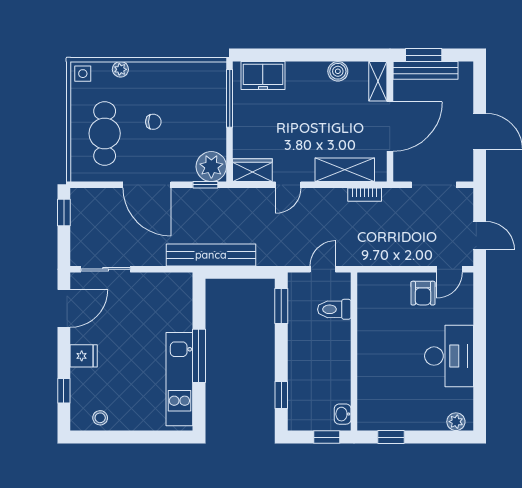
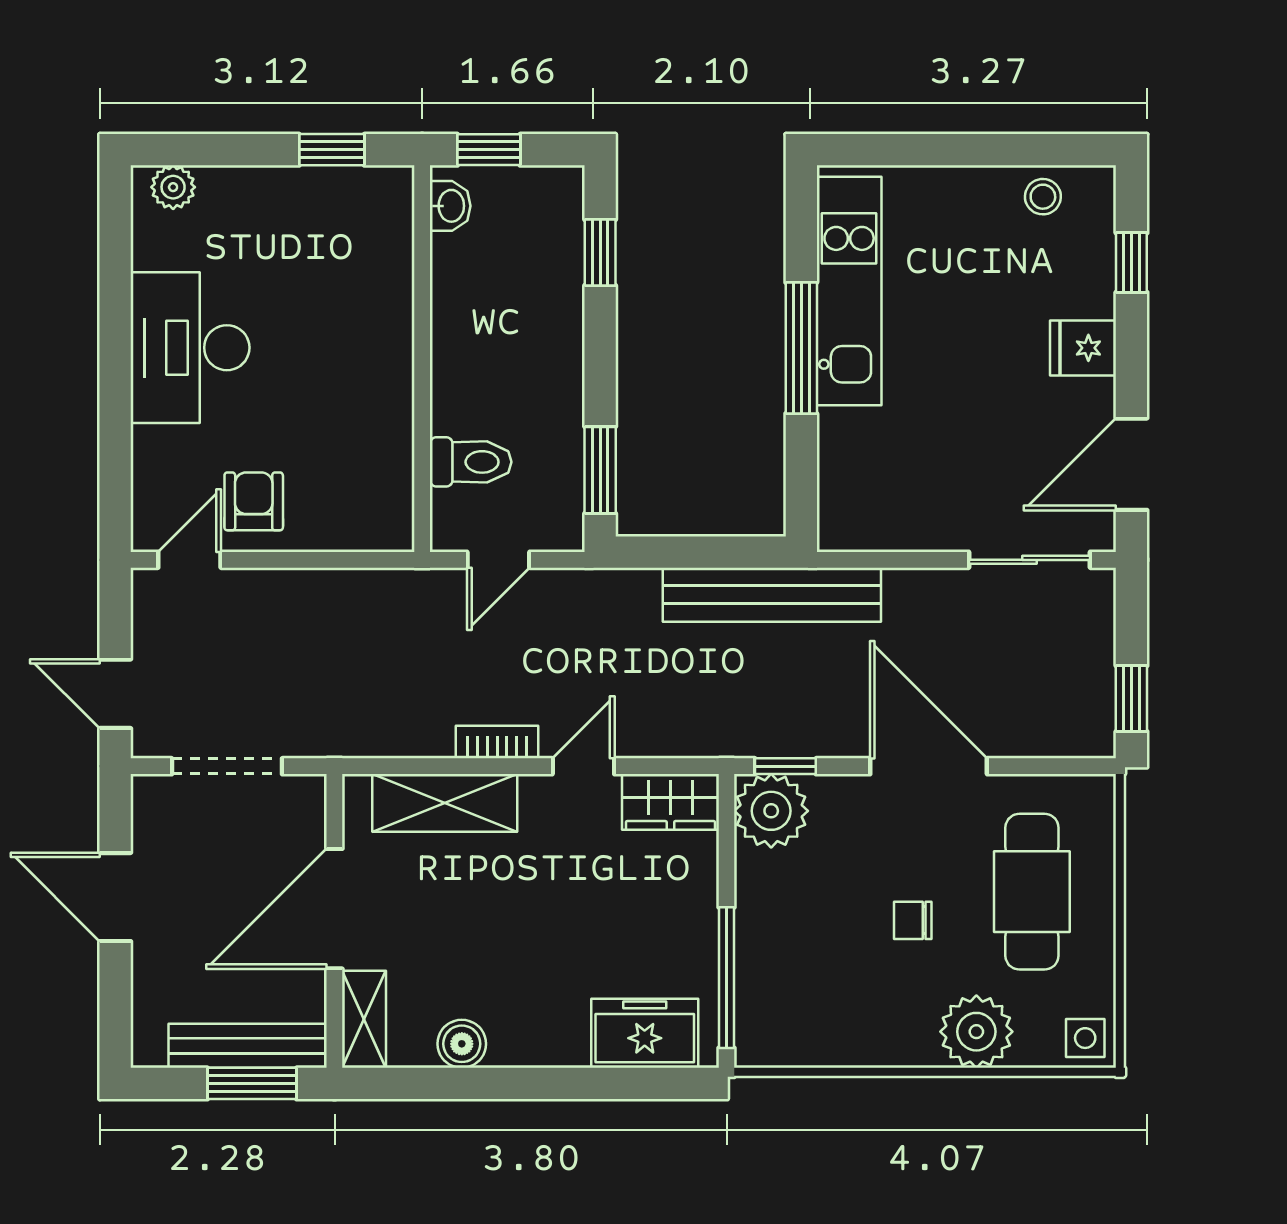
plant: (120, 69) -> (976, 1032), width x1.87, depth x1.87
bookcase: (365, 195) -> (497, 742), moved
door: (480, 236) -> (115, 694), moved

